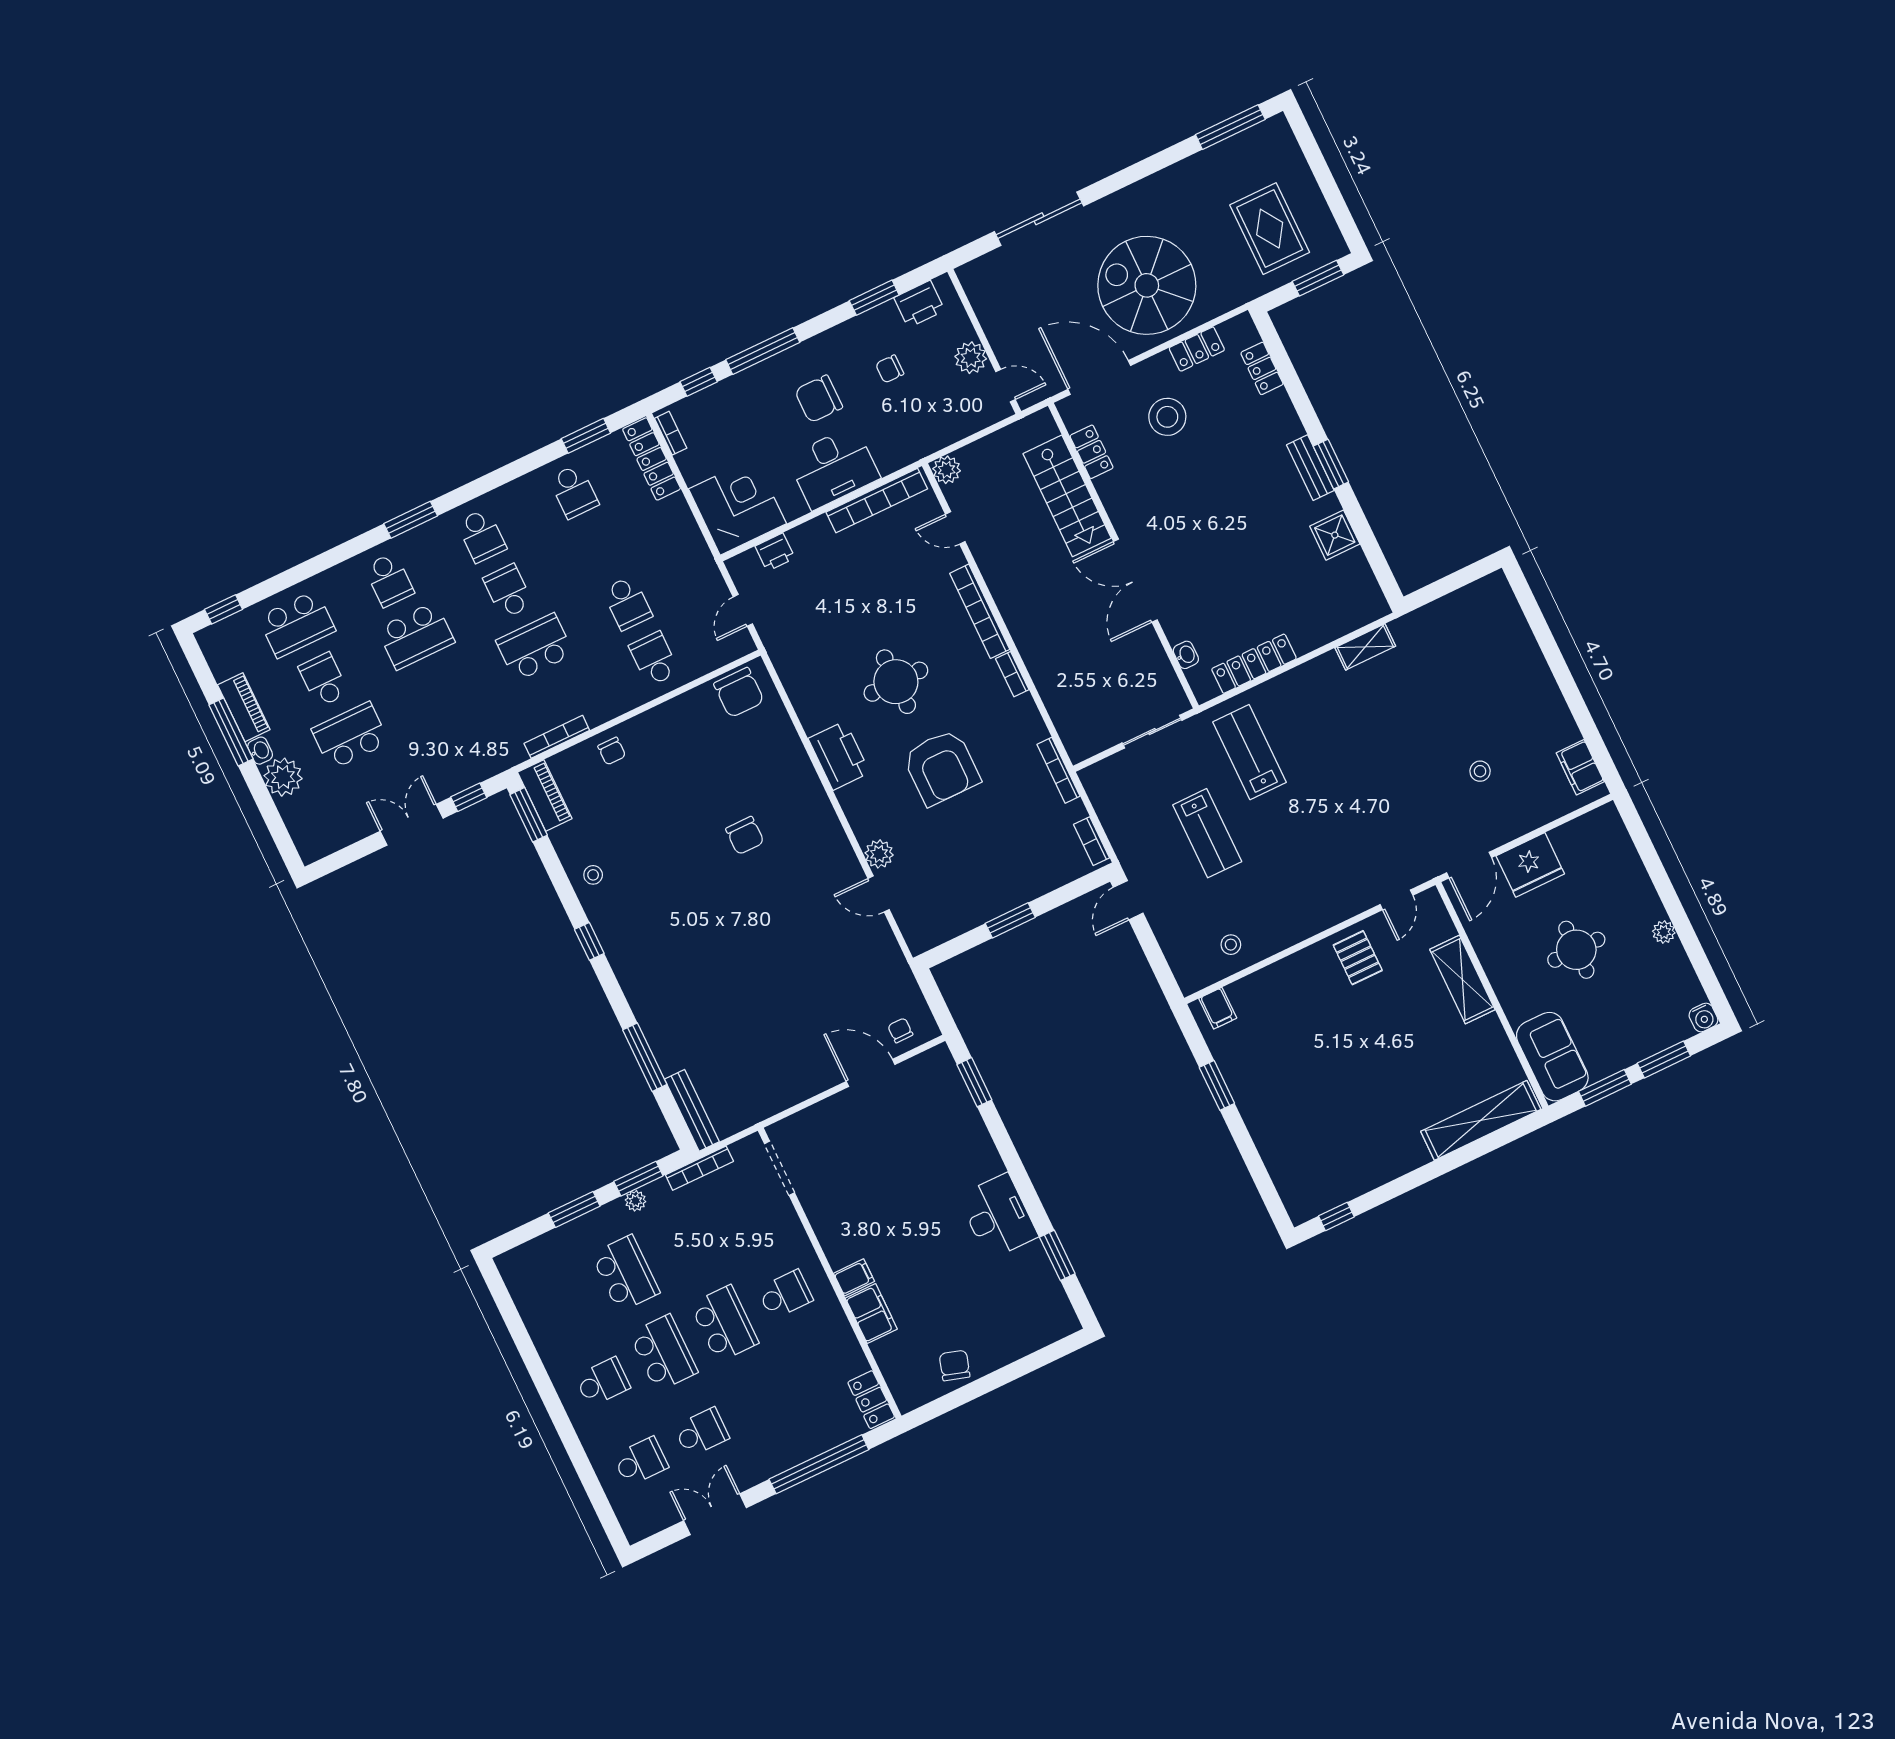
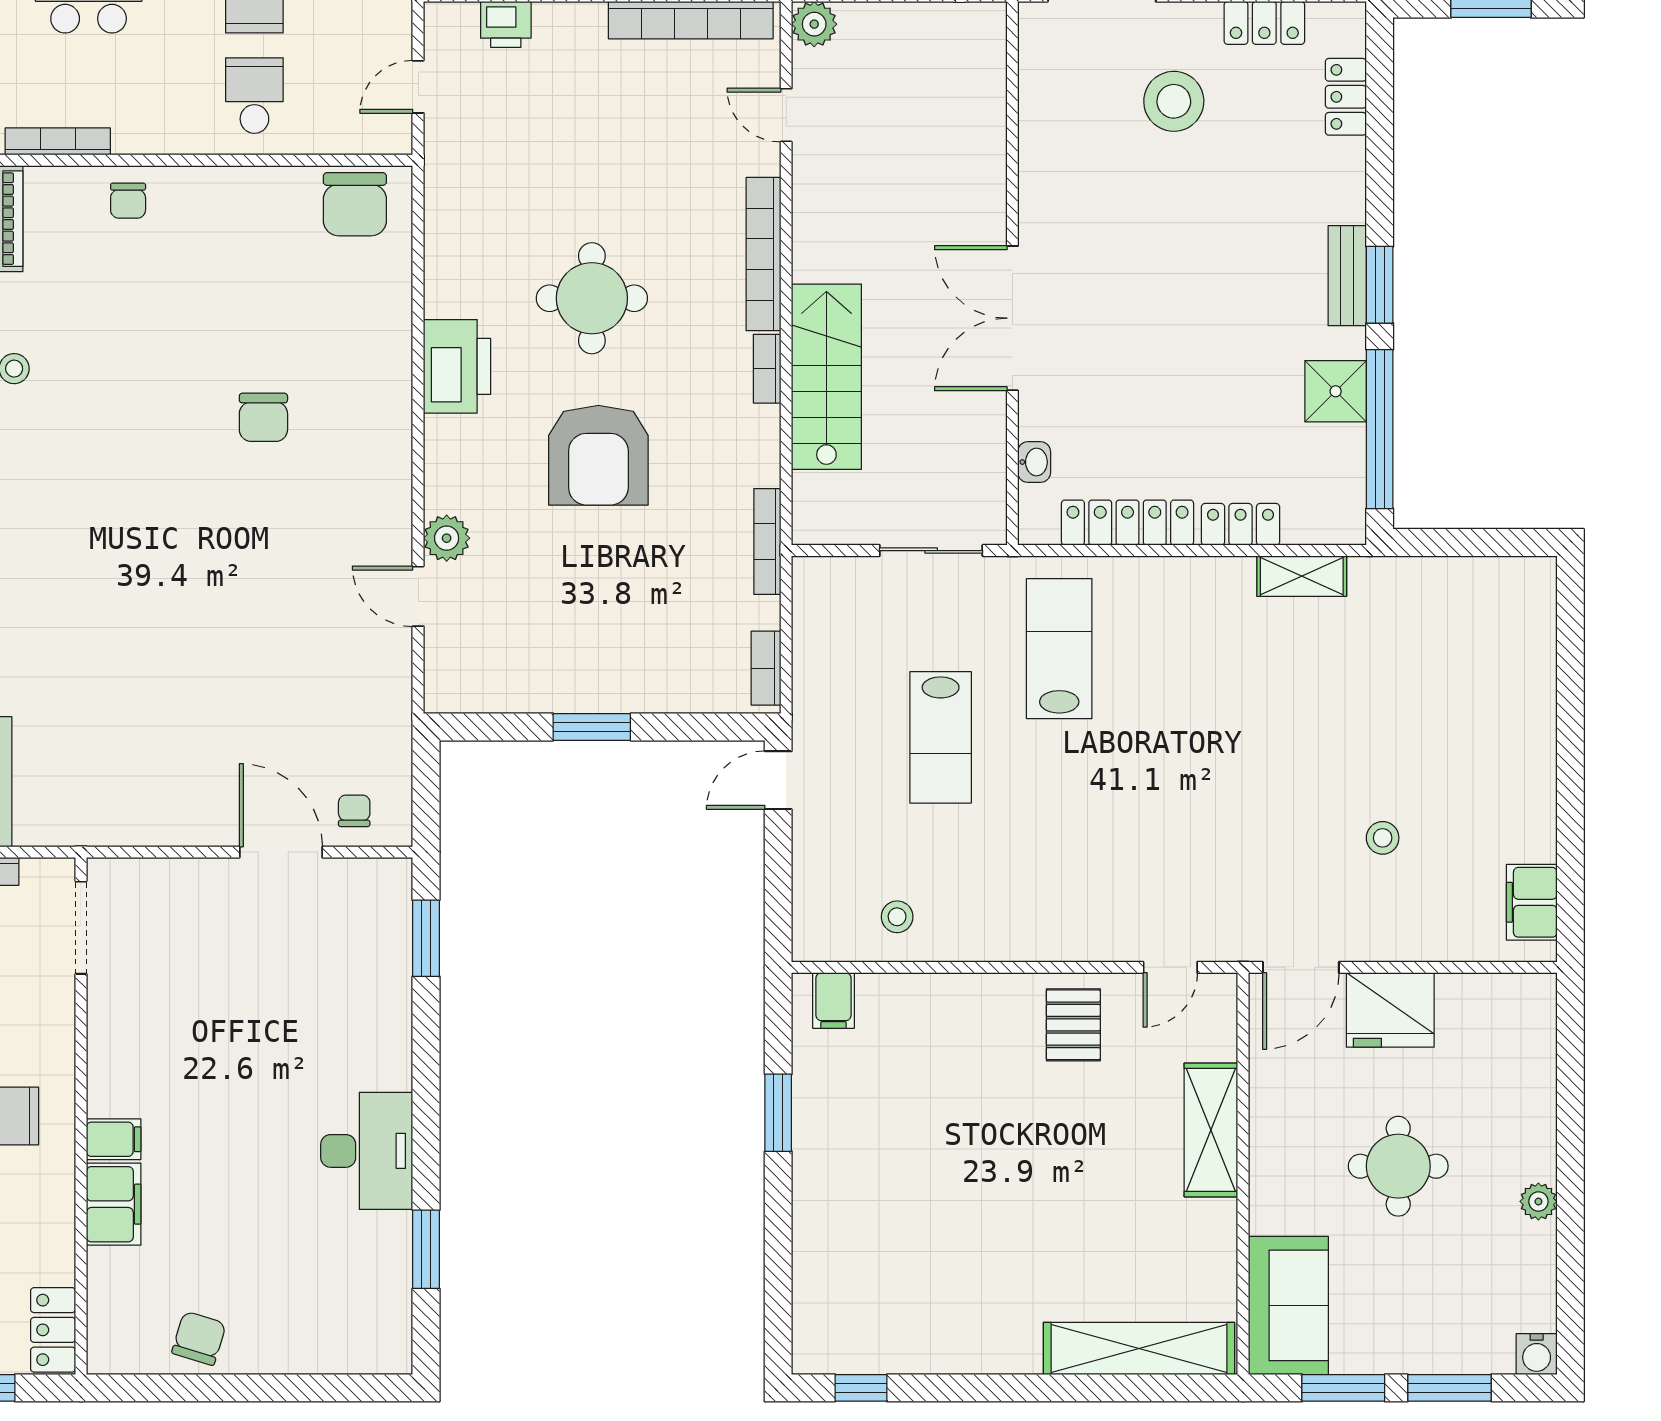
locker: (1092, 452) -> (1241, 524), moved, turned -90
stairs: (1067, 496) -> (826, 377), moved, turned 180
window: (1369, 544) -> (1380, 429), added

